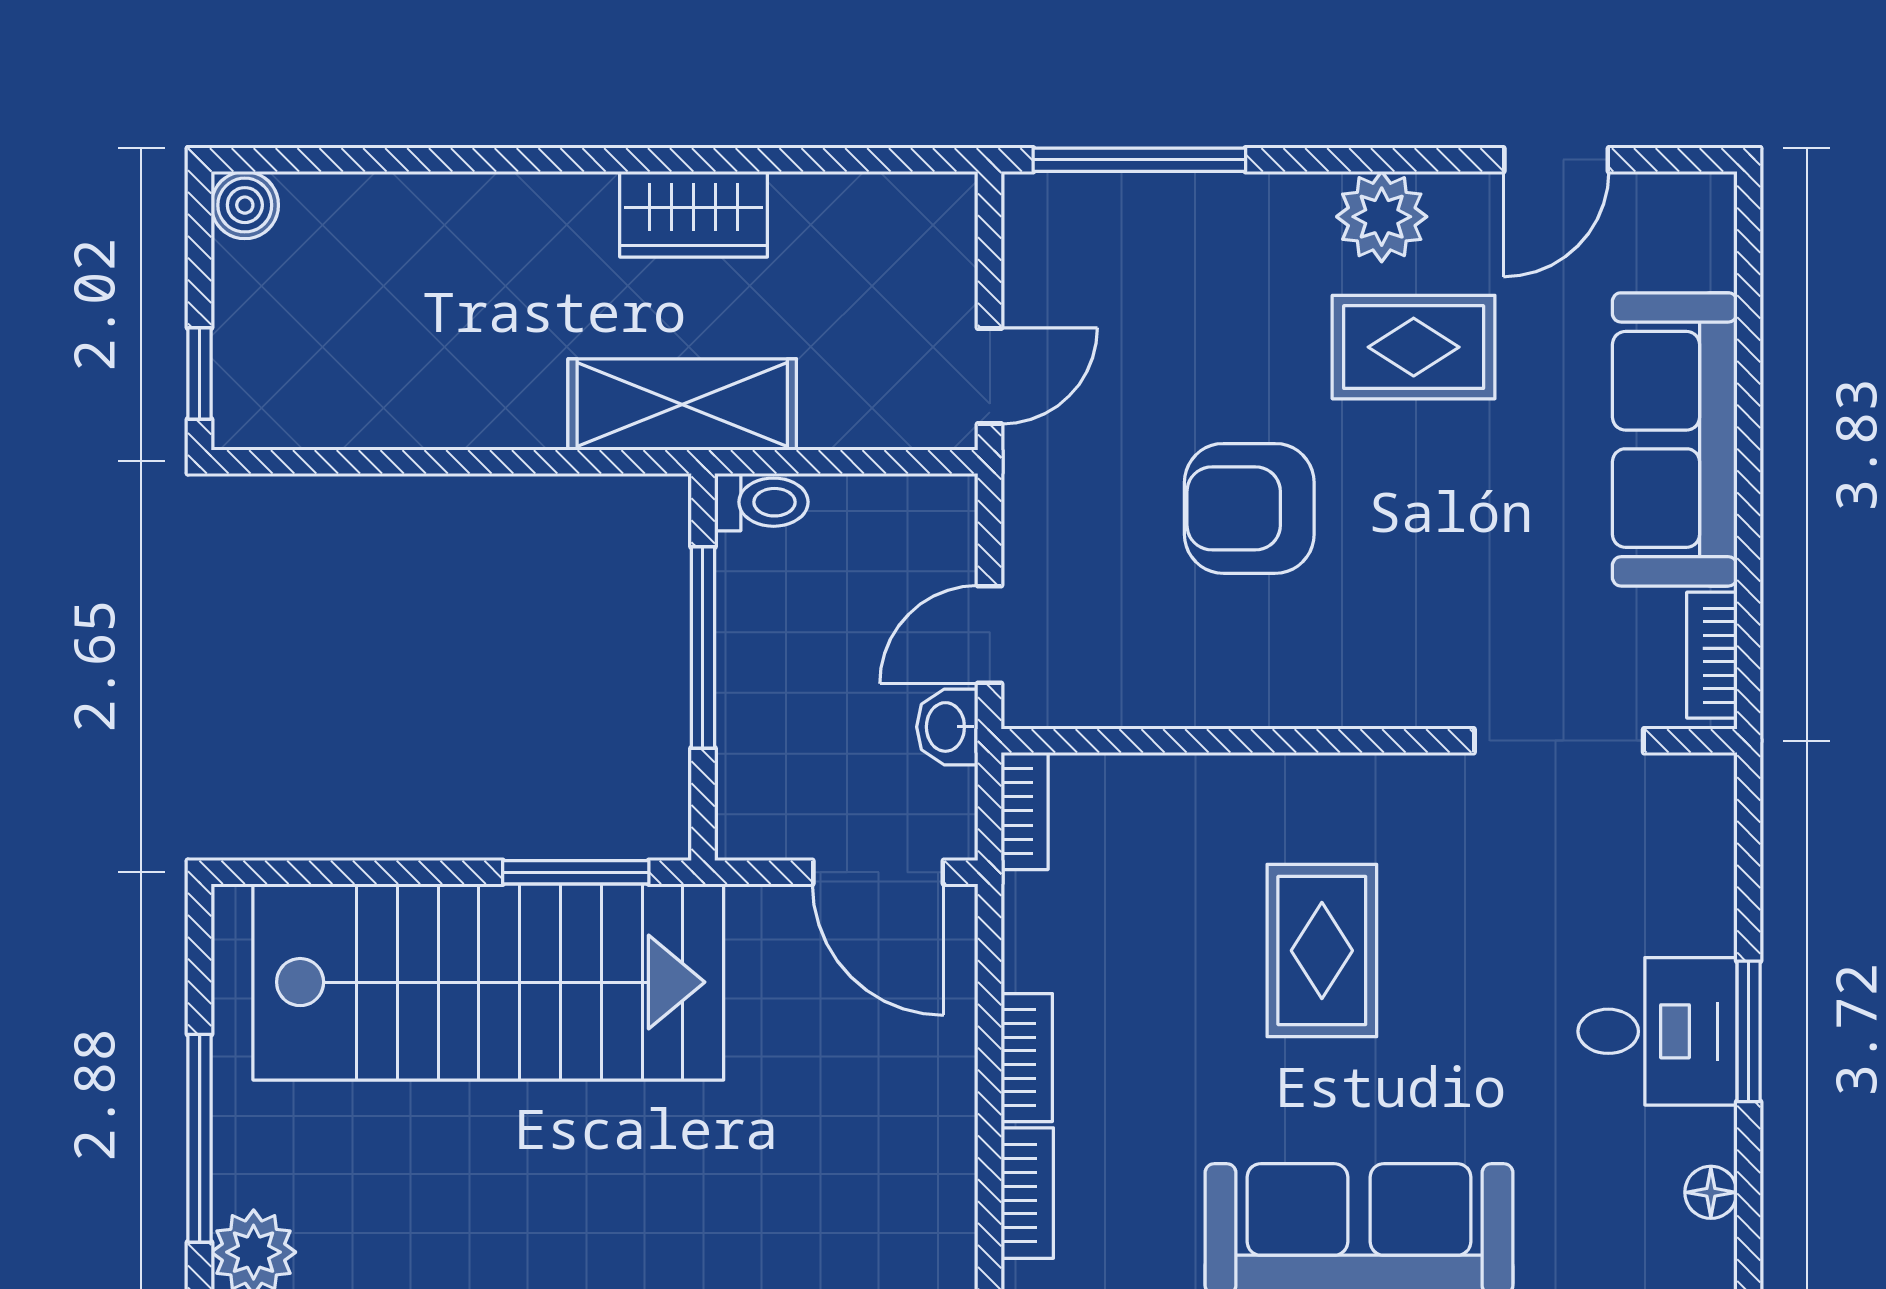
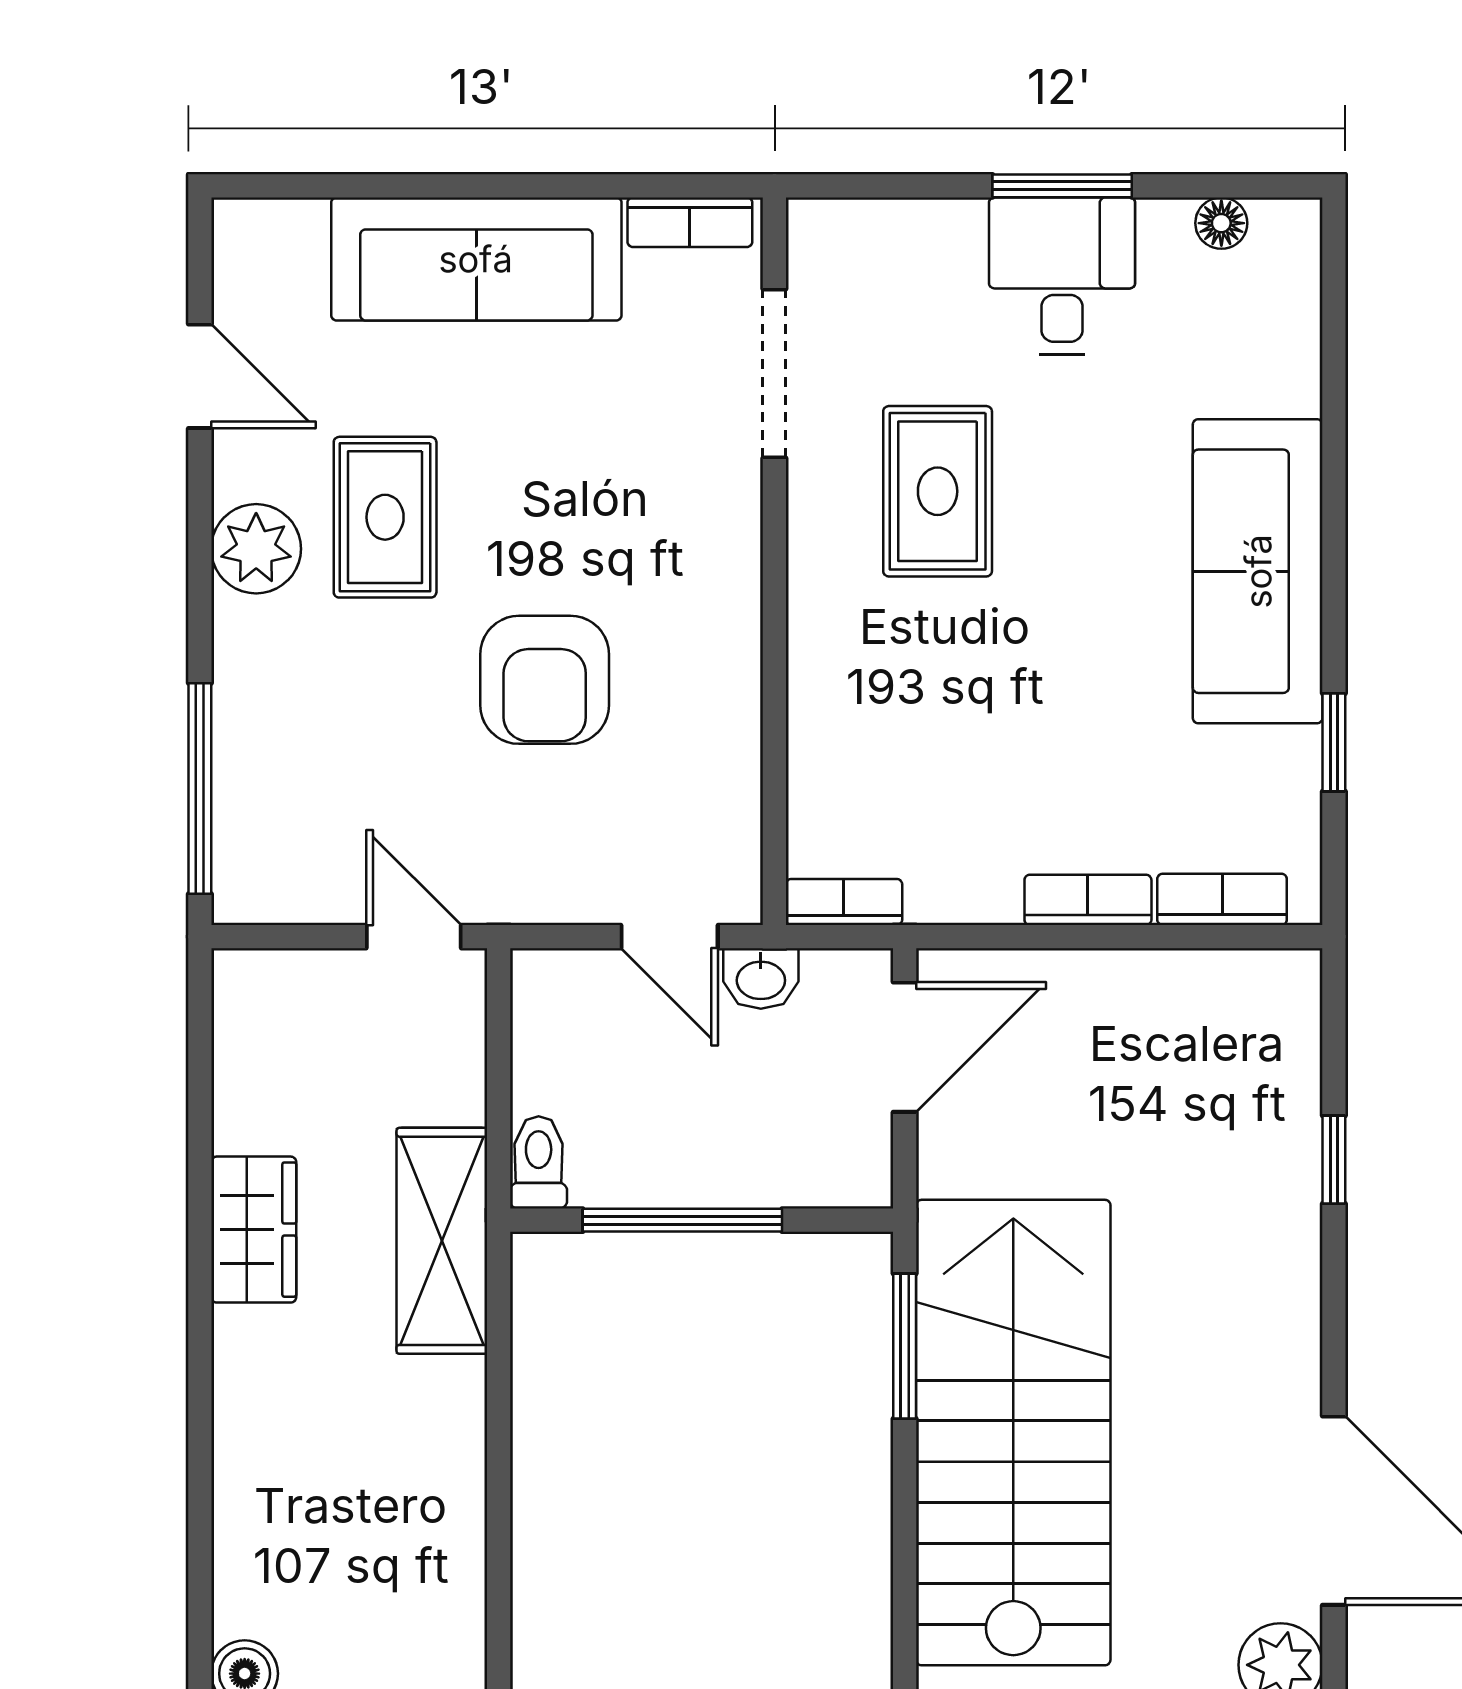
rug: (1322, 951) -> (938, 491), moved, turned 90

